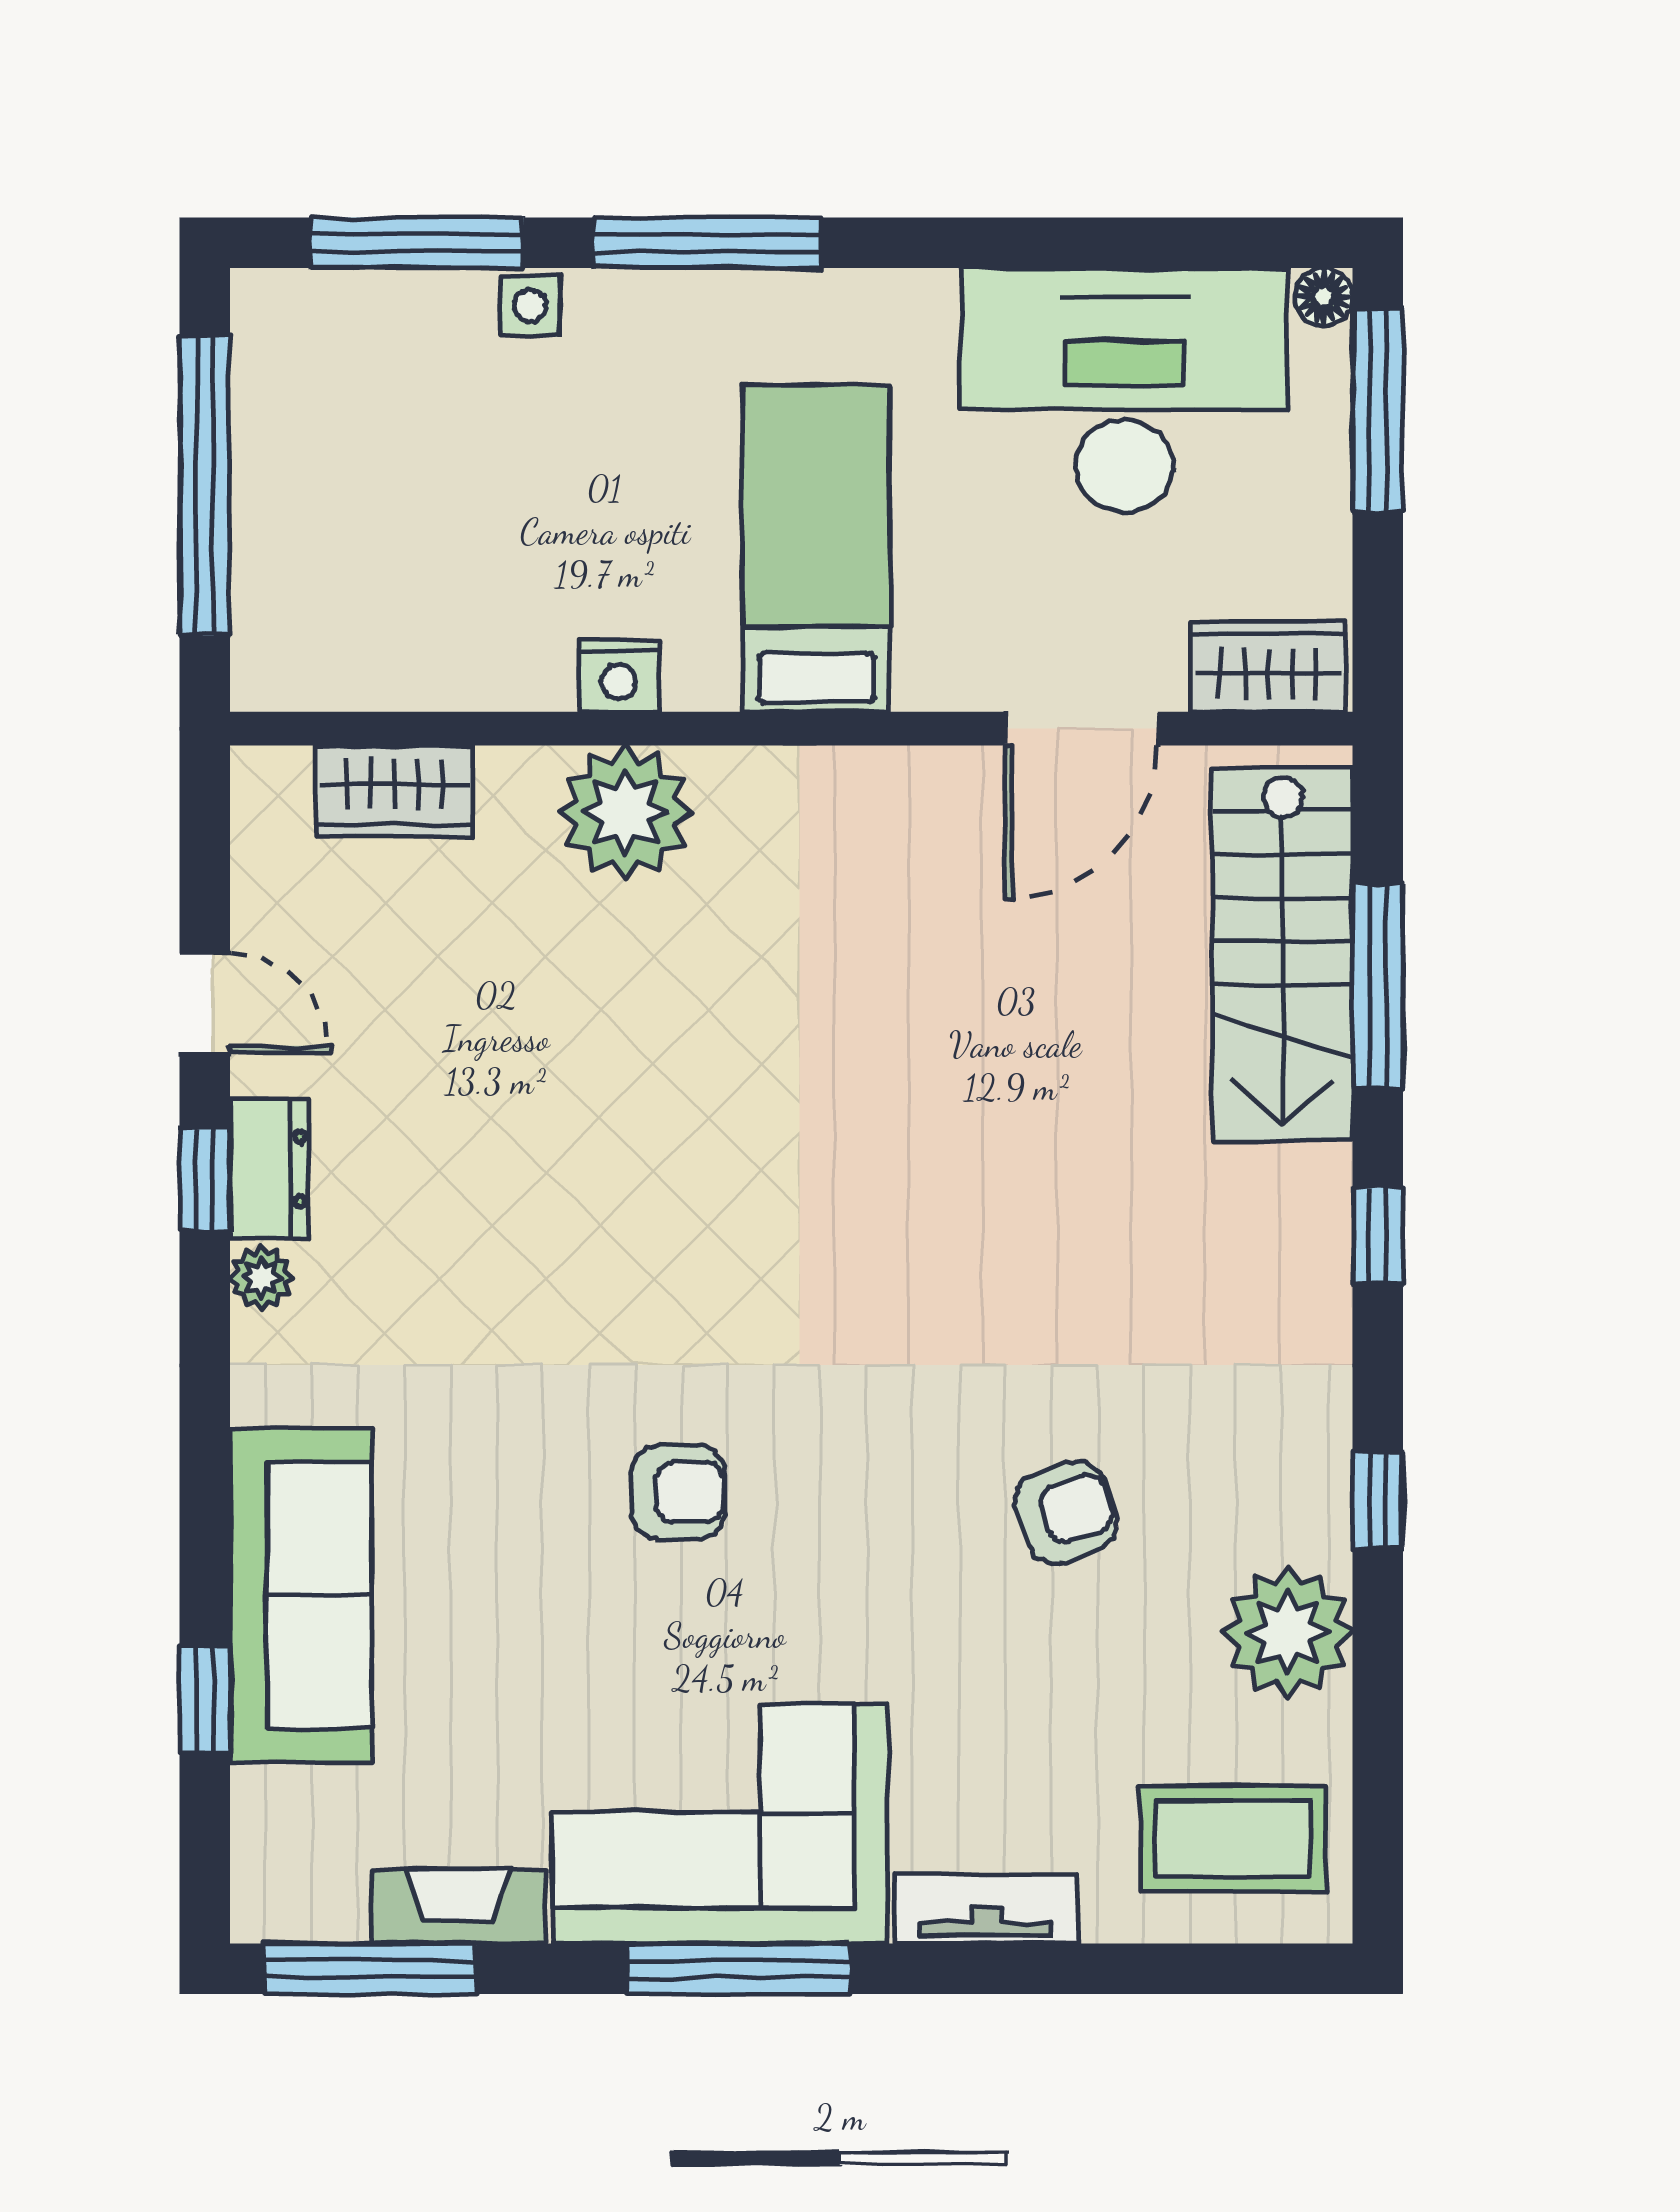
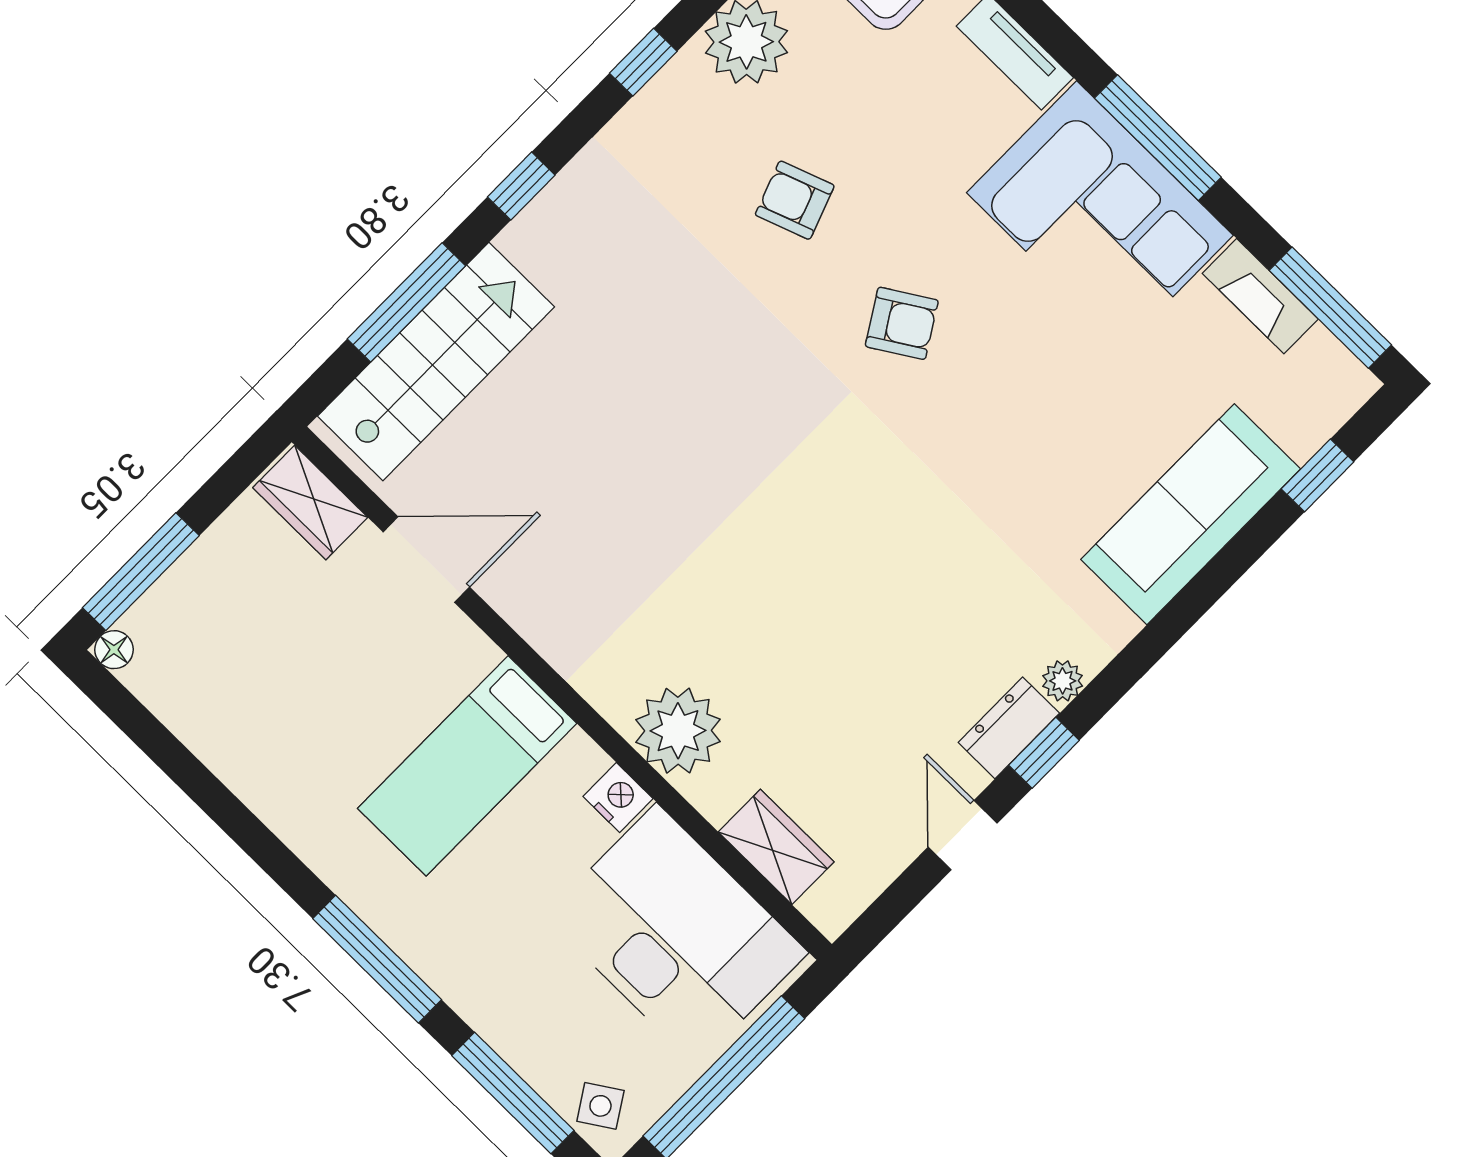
side table: (530, 306) -> (600, 1106), moved, turned -33
desk: (1124, 390) -> (676, 934), moved, turned 180
armchair: (678, 1492) -> (902, 323), moved, turned 148
window: (205, 1699) -> (1317, 475), moved

